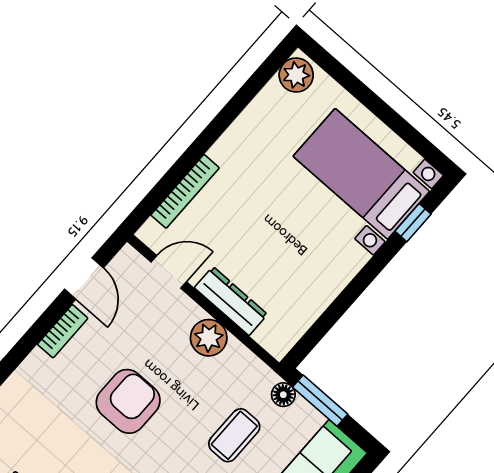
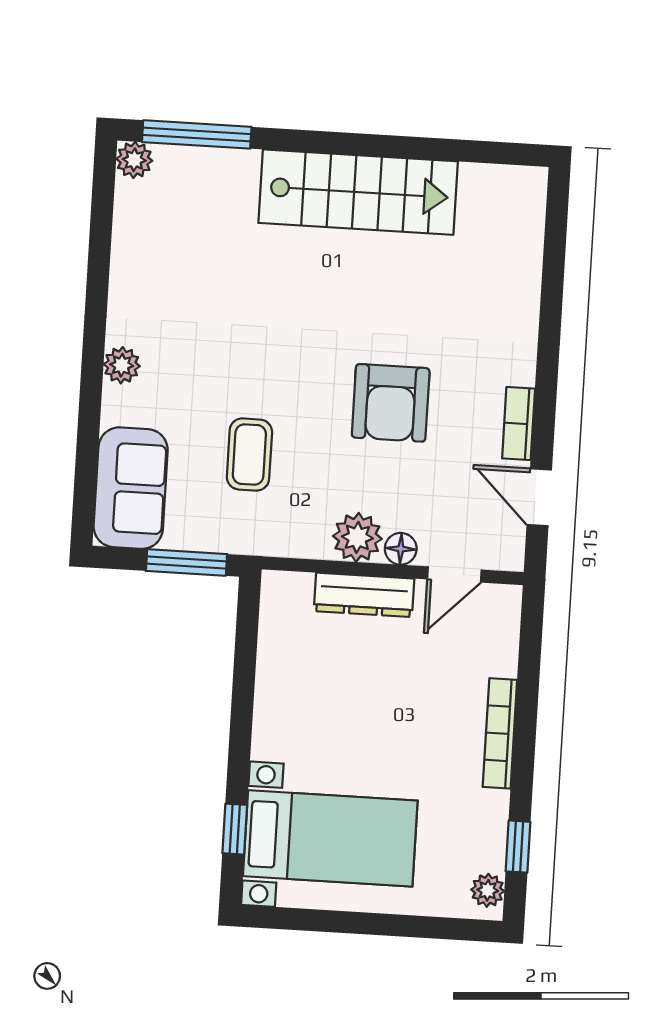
plant: (296, 75) -> (488, 890), width x0.73, depth x0.73
window: (255, 84) -> (518, 847), added
bookcase: (185, 191) -> (500, 733), moved
floor lamp: (283, 395) -> (401, 549), moved

